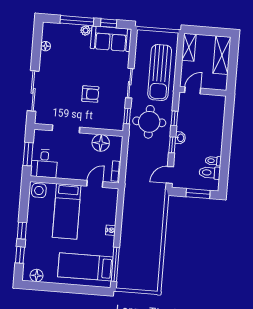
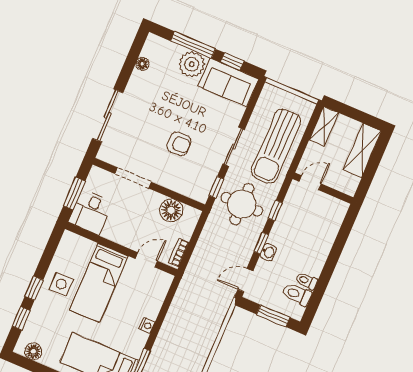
plant: (85, 30) -> (192, 64), width x1.88, depth x1.88
washbasin: (180, 138) -> (268, 252), moved
side table: (39, 190) -> (61, 284), moved

